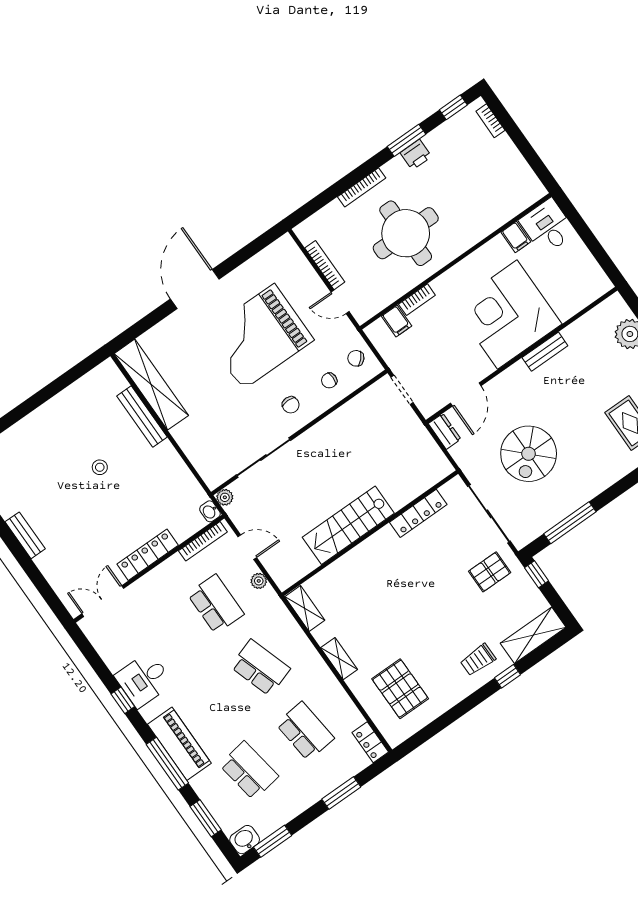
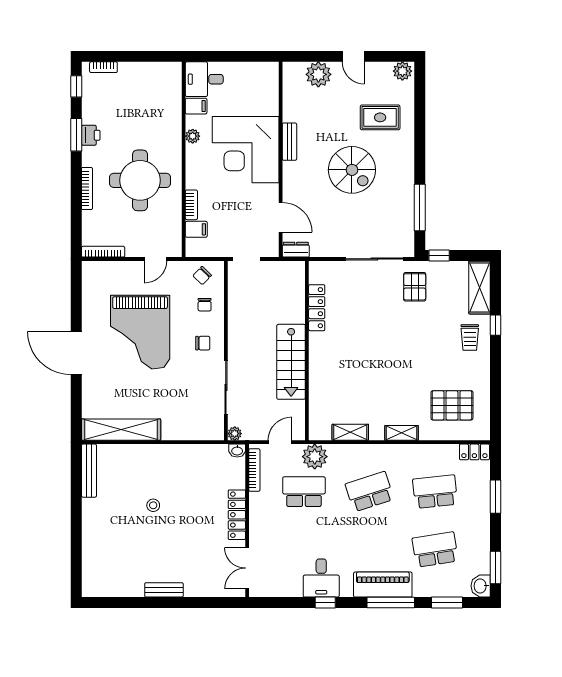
plant: (484, 254) -> (193, 136), added
bookcase: (325, 265) -> (103, 252), moved
bench: (142, 416) -> (89, 471), moved, turned 90
spiral stairs: (529, 454) -> (352, 170), moved
locker: (418, 513) -> (317, 308), moved
stairs: (348, 525) -> (291, 362), moved
wall: (370, 533) -> (307, 351), moved
plant: (259, 581) -> (315, 457), width x1.88, depth x1.88

